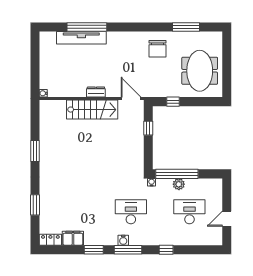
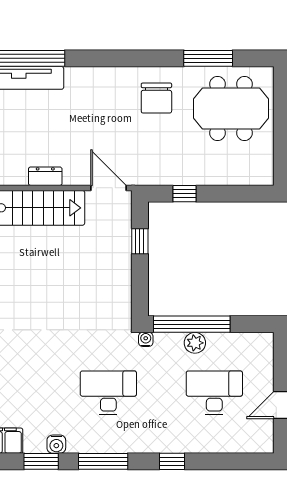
meeting table: (200, 71) -> (231, 108), moved, turned 90
water cooler: (123, 240) -> (56, 444), moved

